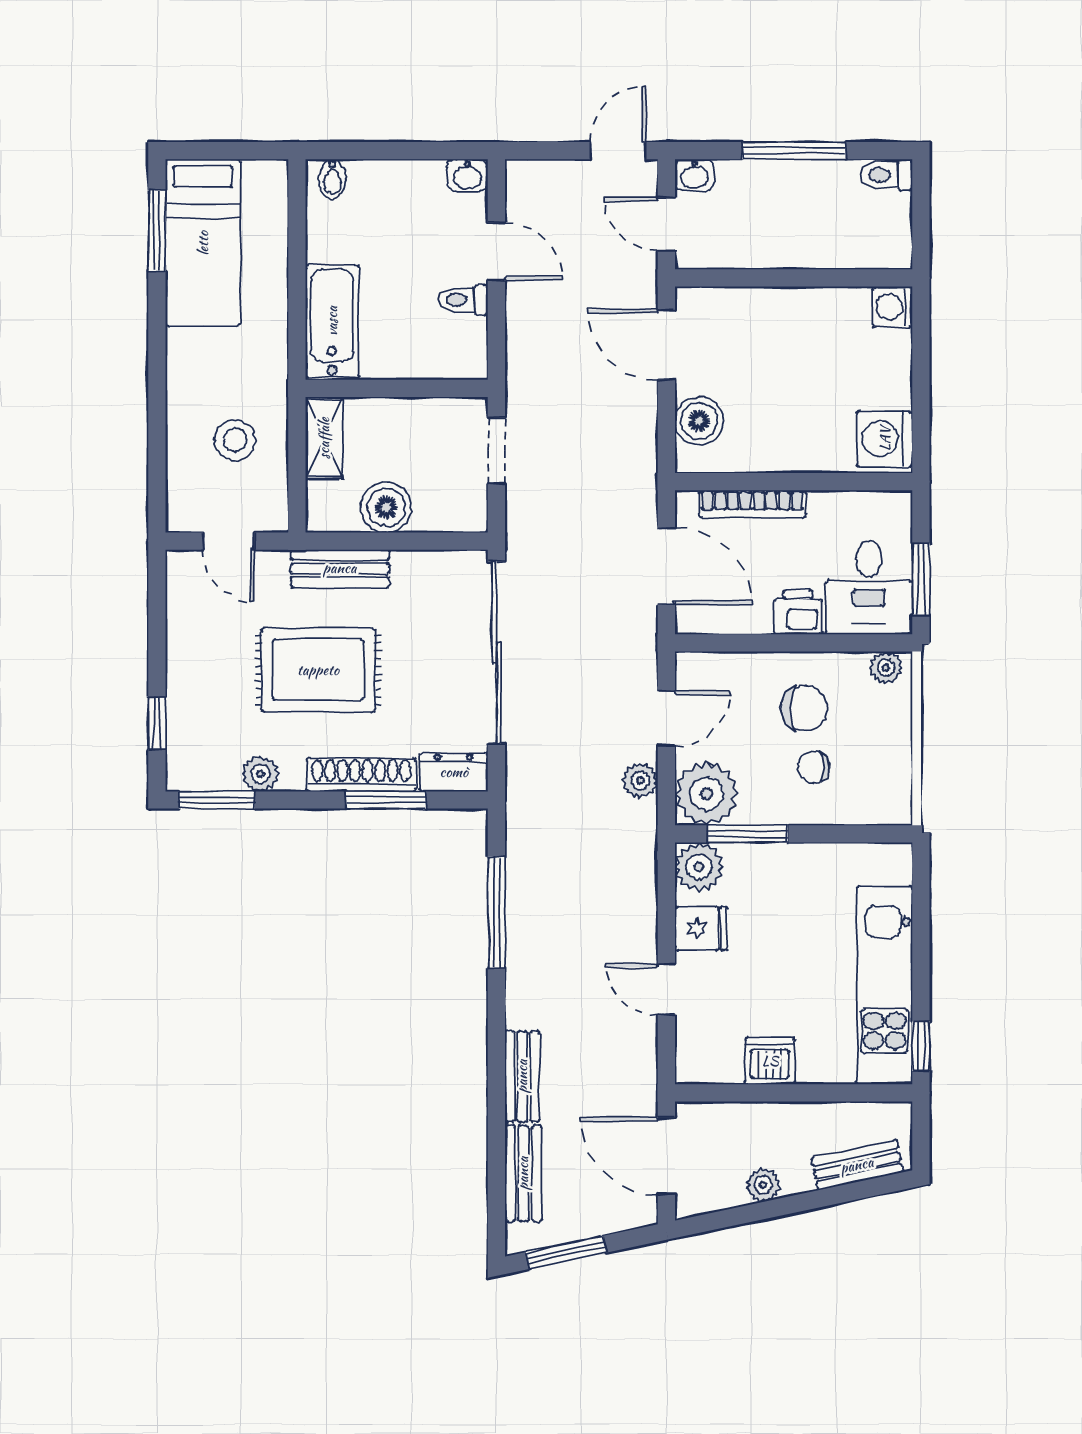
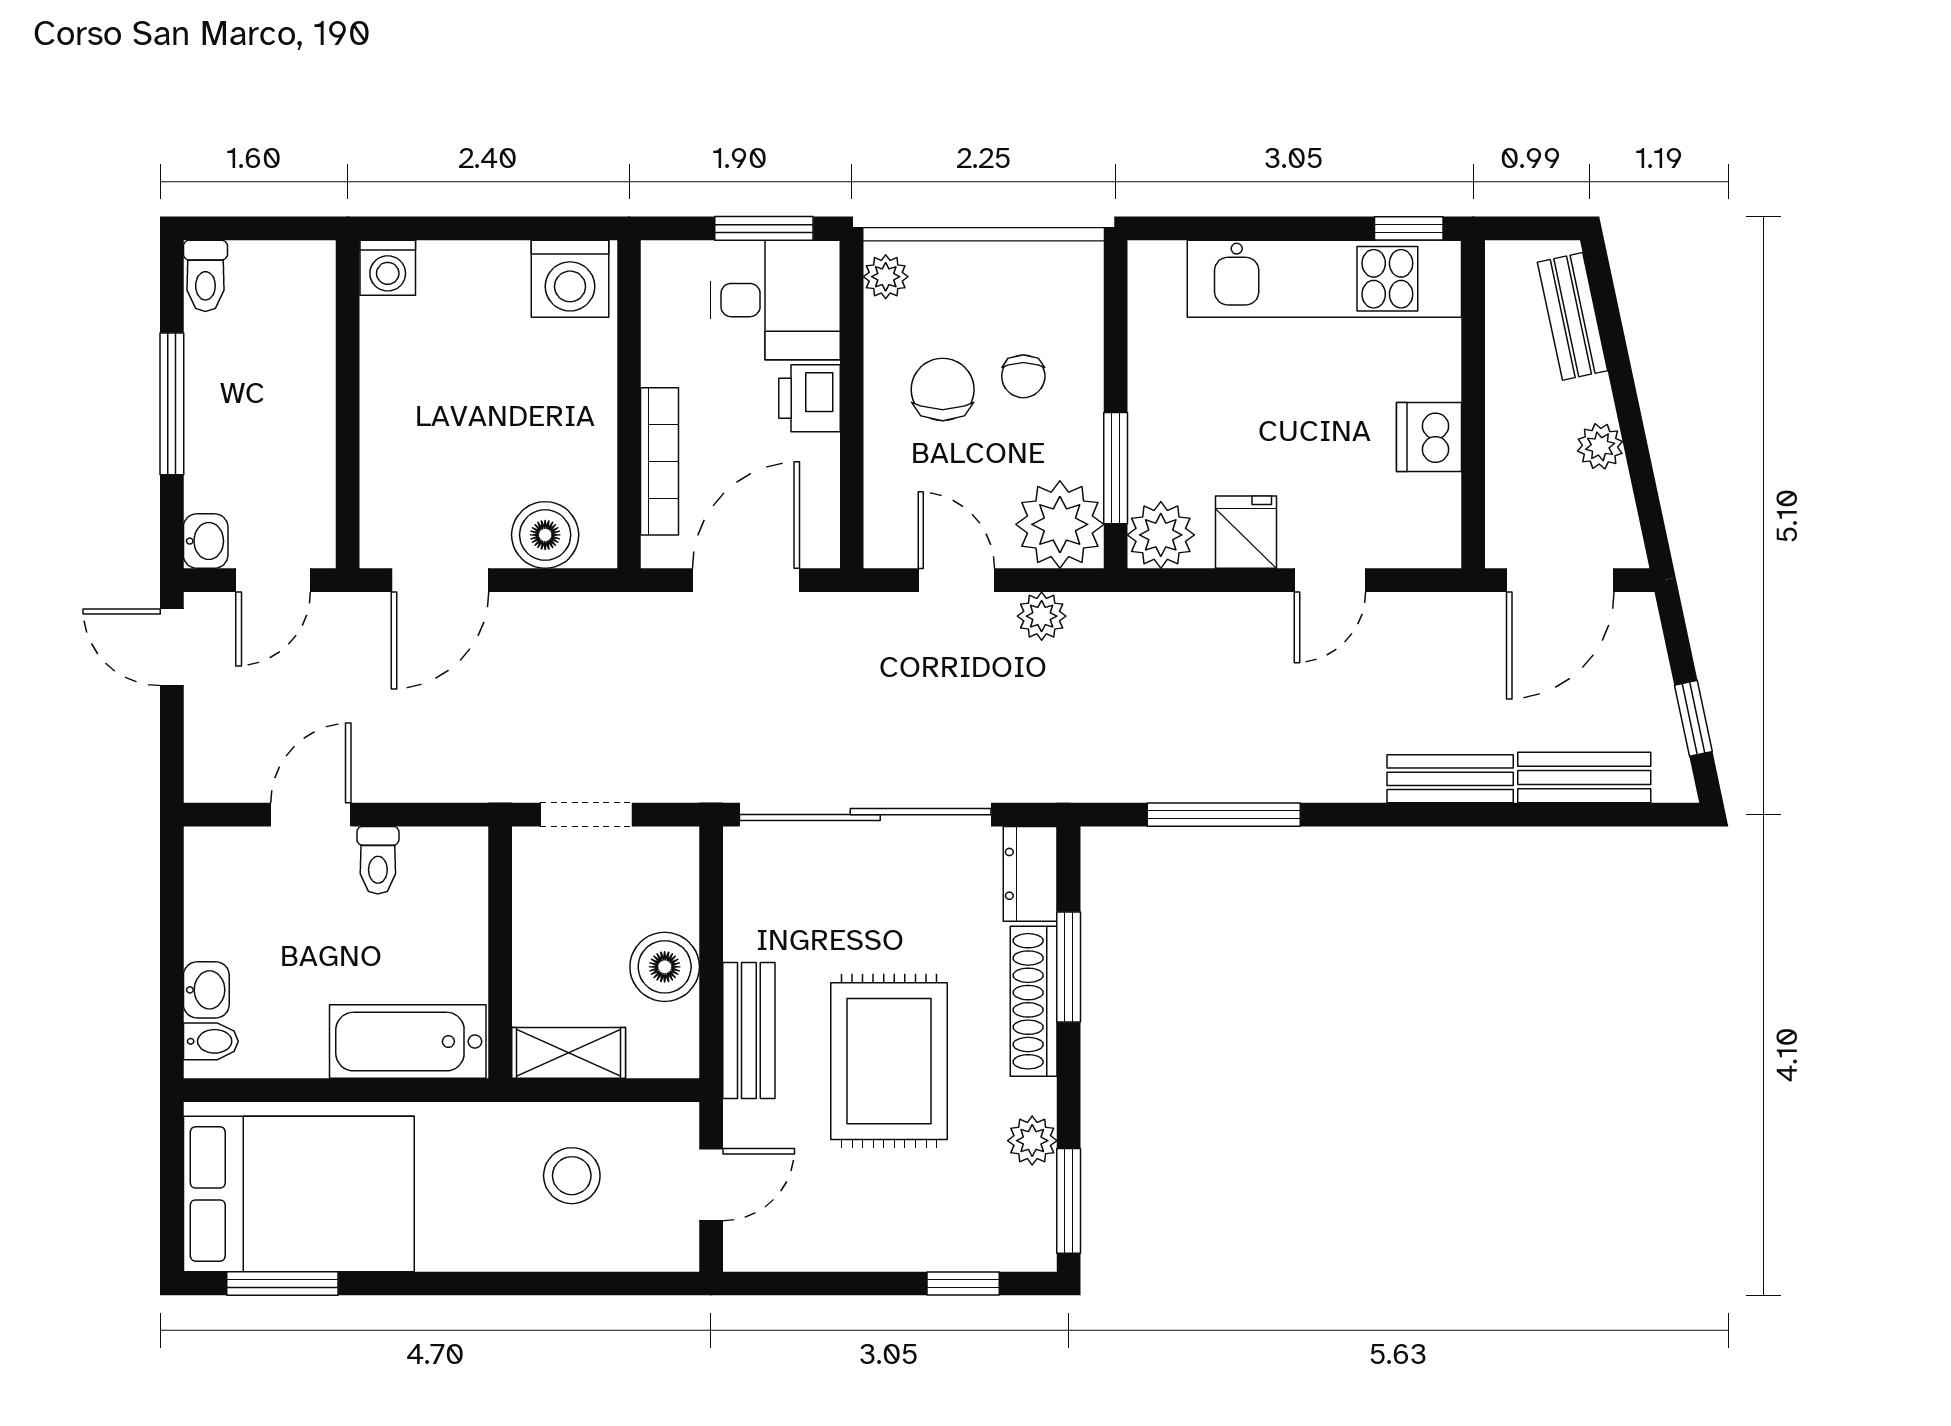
washbasin: (468, 176) -> (206, 990), moved
bed: (203, 243) -> (299, 1194), width x1.50
window: (566, 1252) -> (1693, 718), width x0.67

